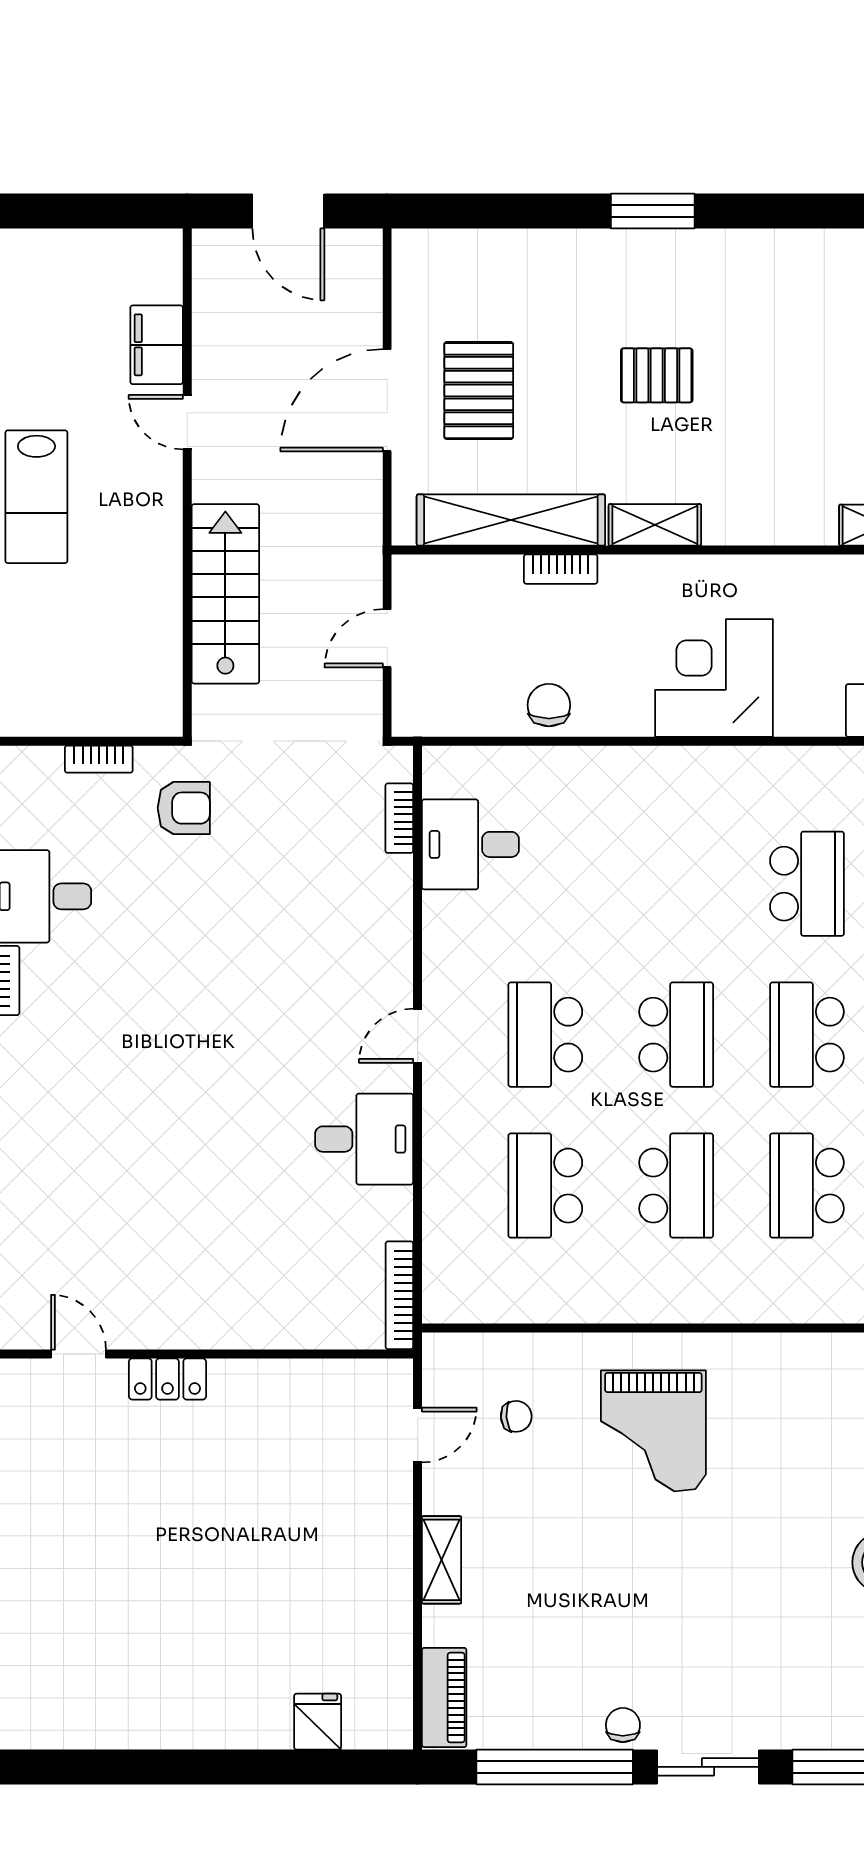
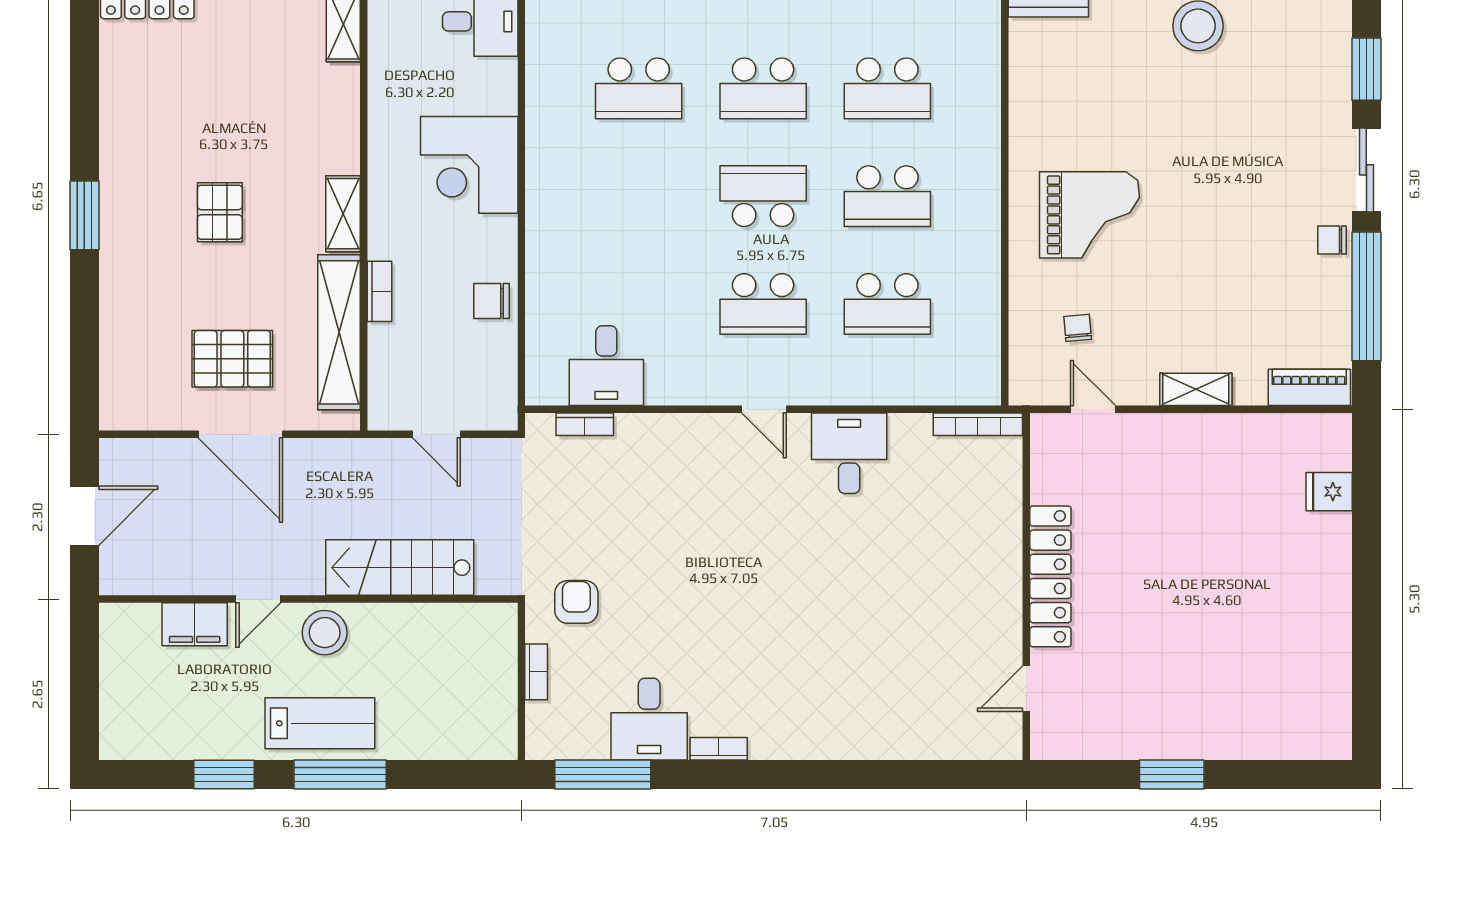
stool: (147, 503) -> (325, 633), added
school desk: (807, 884) -> (639, 88), turned 180
school desk: (676, 1186) -> (887, 196), turned 180
locker: (167, 1379) -> (1050, 576), width x2.16, depth x1.21

